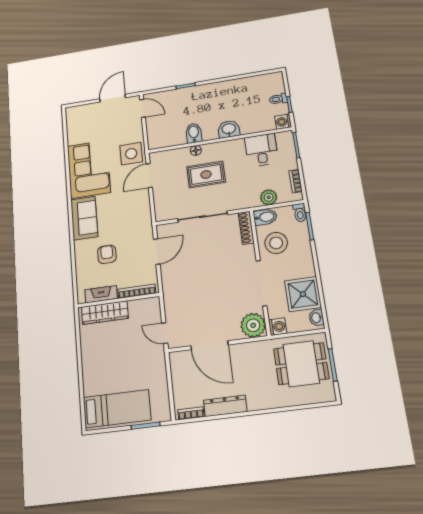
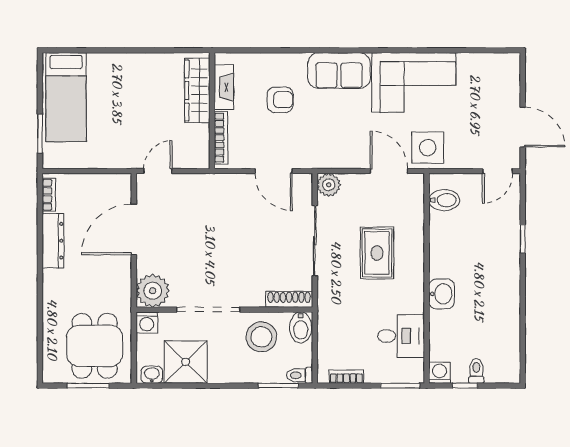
bidet: (194, 133) -> (444, 200), moved
floor lamp: (196, 150) -> (416, 243), removed
plant: (269, 197) -> (329, 185), moved

